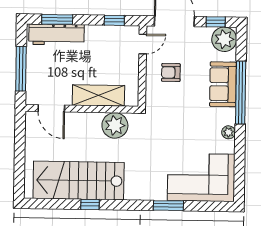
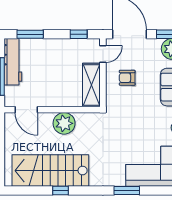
workbench: (56, 35) -> (13, 62), moved, turned -90
shelving: (98, 95) -> (91, 85), moved, turned 90
plant: (115, 125) -> (64, 123), moved

